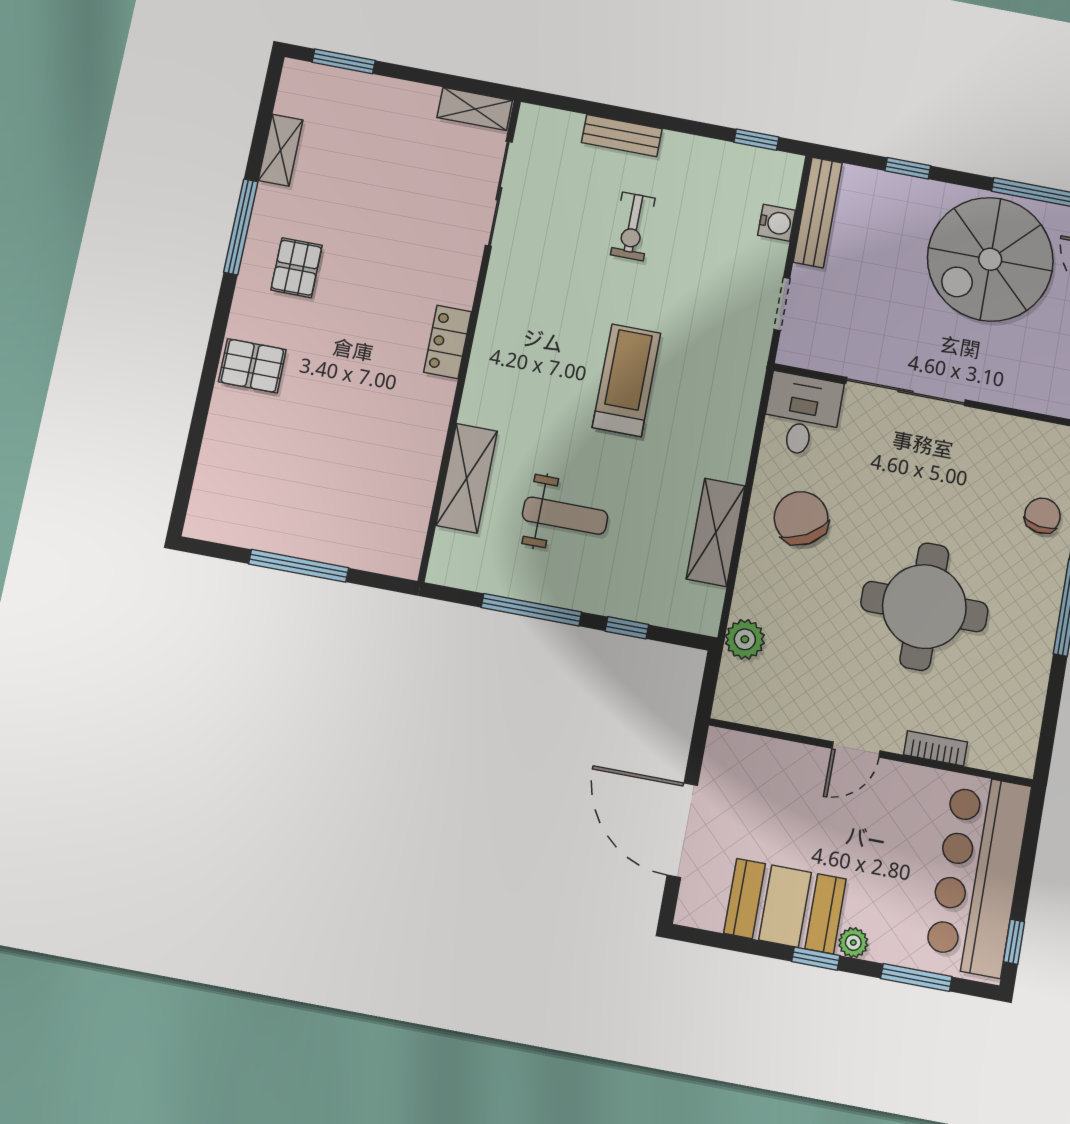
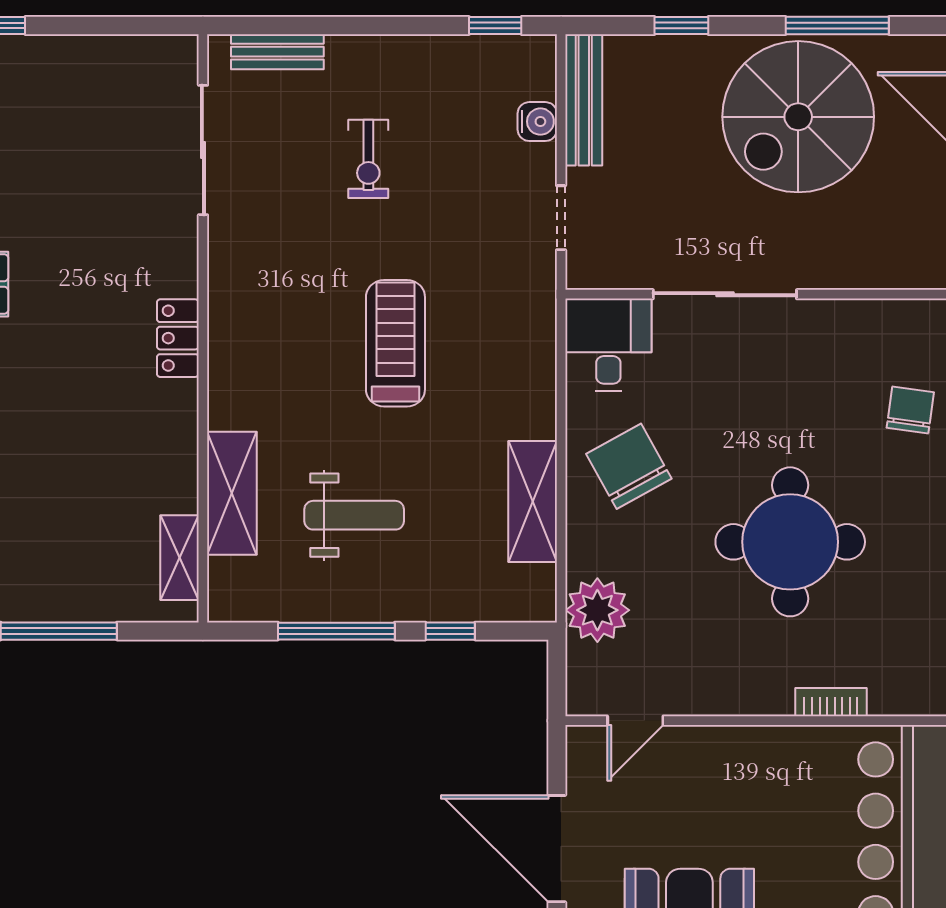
shelving: (475, 109) -> (180, 558), moved, turned 90
bench: (622, 136) -> (277, 52), moved
plant: (745, 639) -> (597, 610), width x1.36, depth x1.36
door: (856, 750) -> (635, 721), moved

